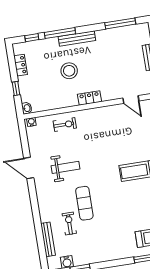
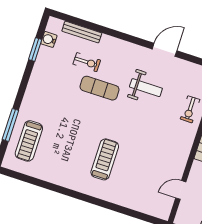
weight bench: (65, 167) -> (146, 88), turned -90

